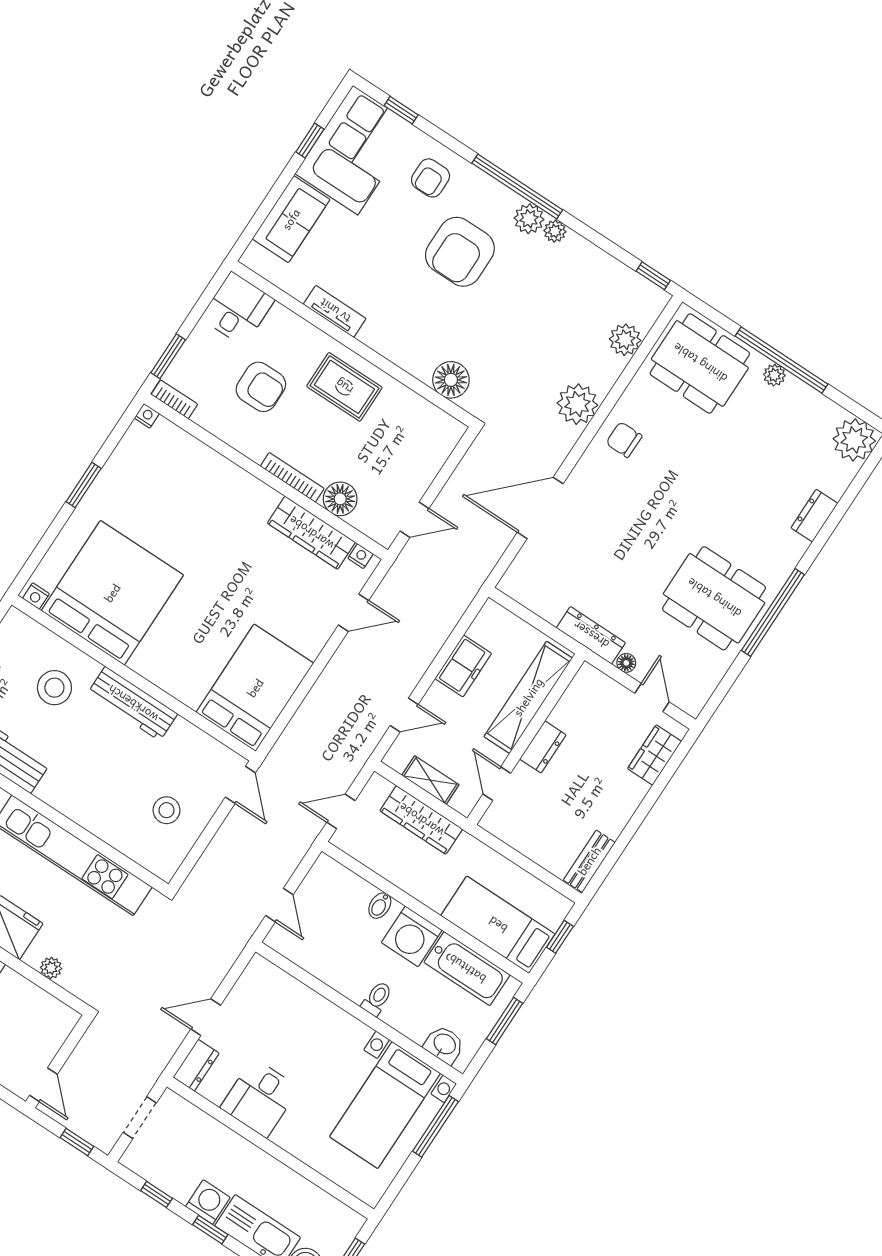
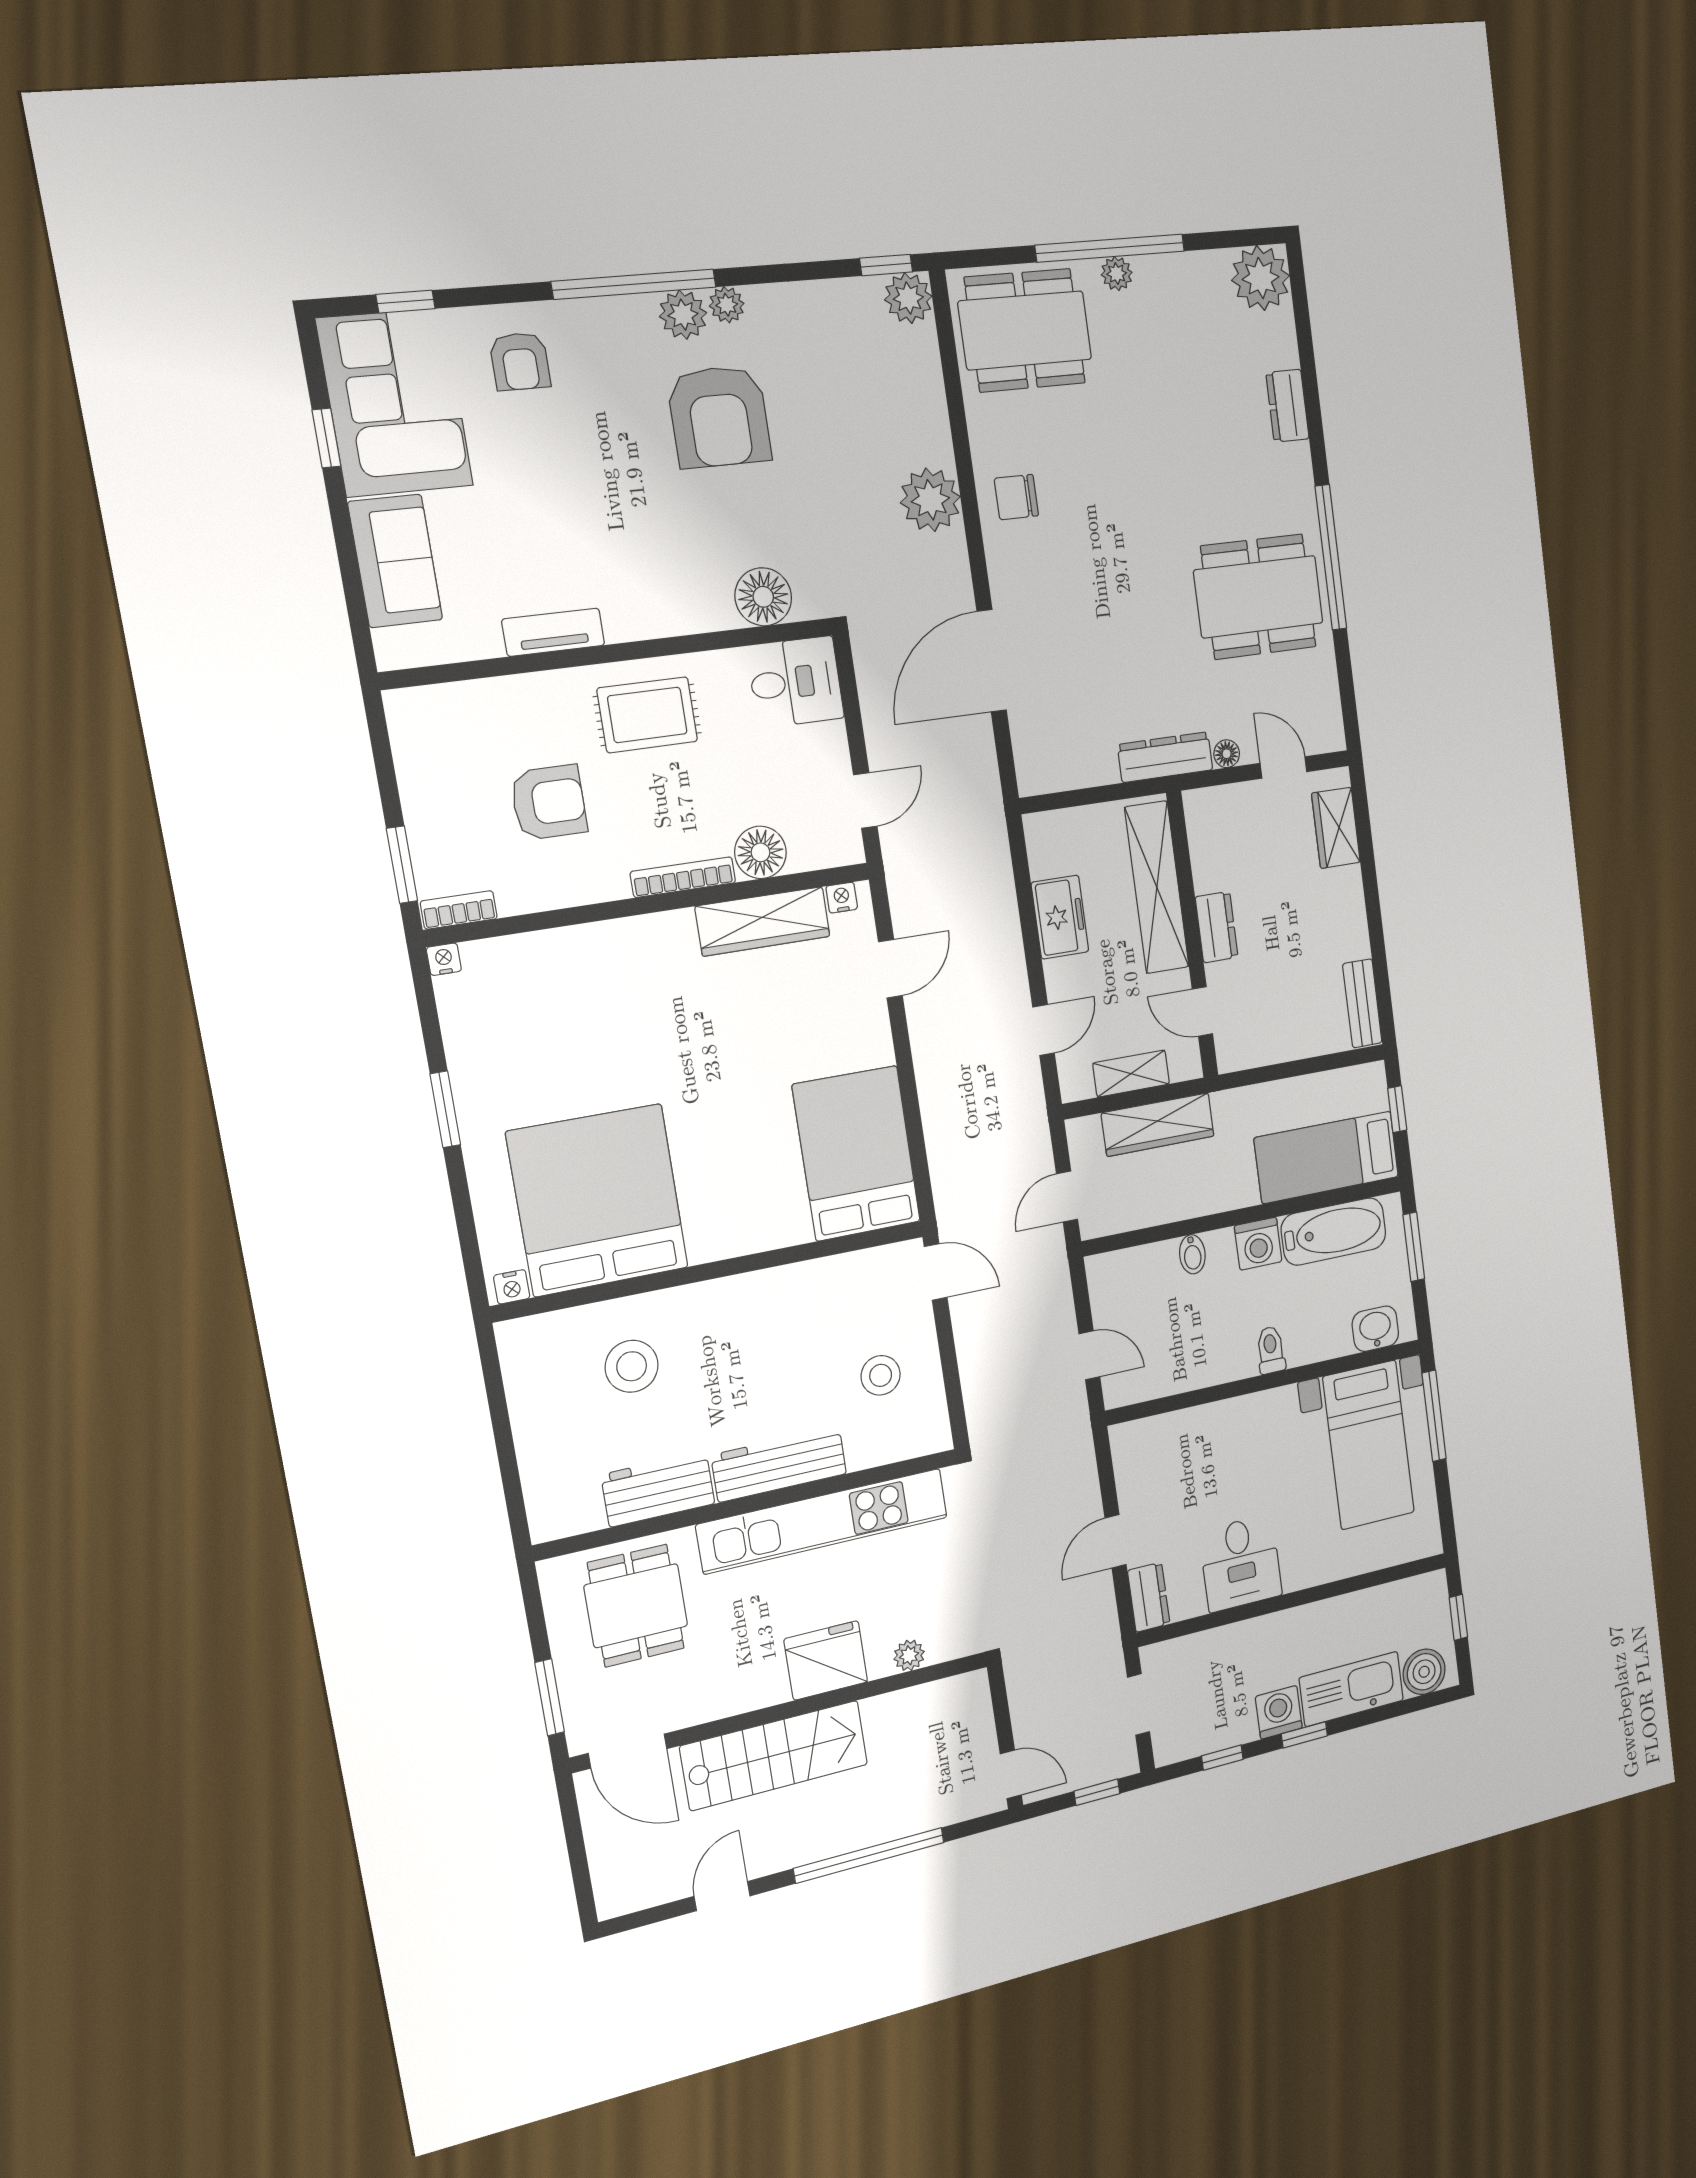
armchair: (460, 252) -> (719, 417), moved
desk: (238, 309) -> (795, 682), moved, turned 90
plant: (625, 340) -> (908, 298), moved
workbench: (133, 704) -> (779, 1464), moved, turned 180
washing machine: (412, 936) -> (1258, 1244), width x0.73, depth x0.73

